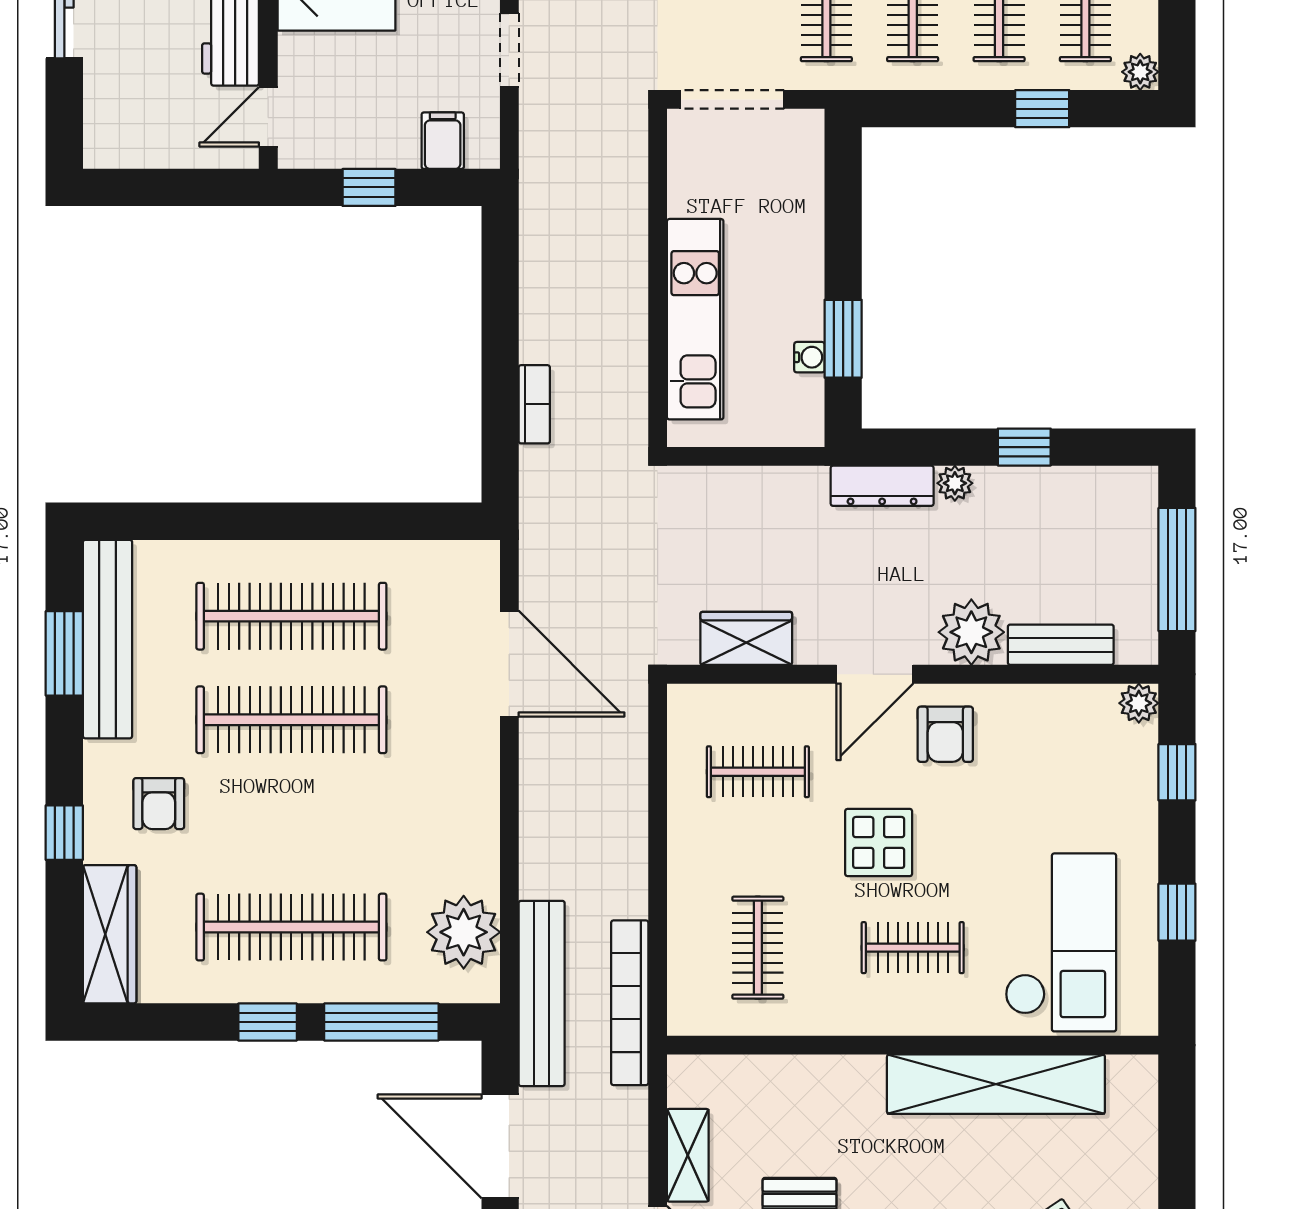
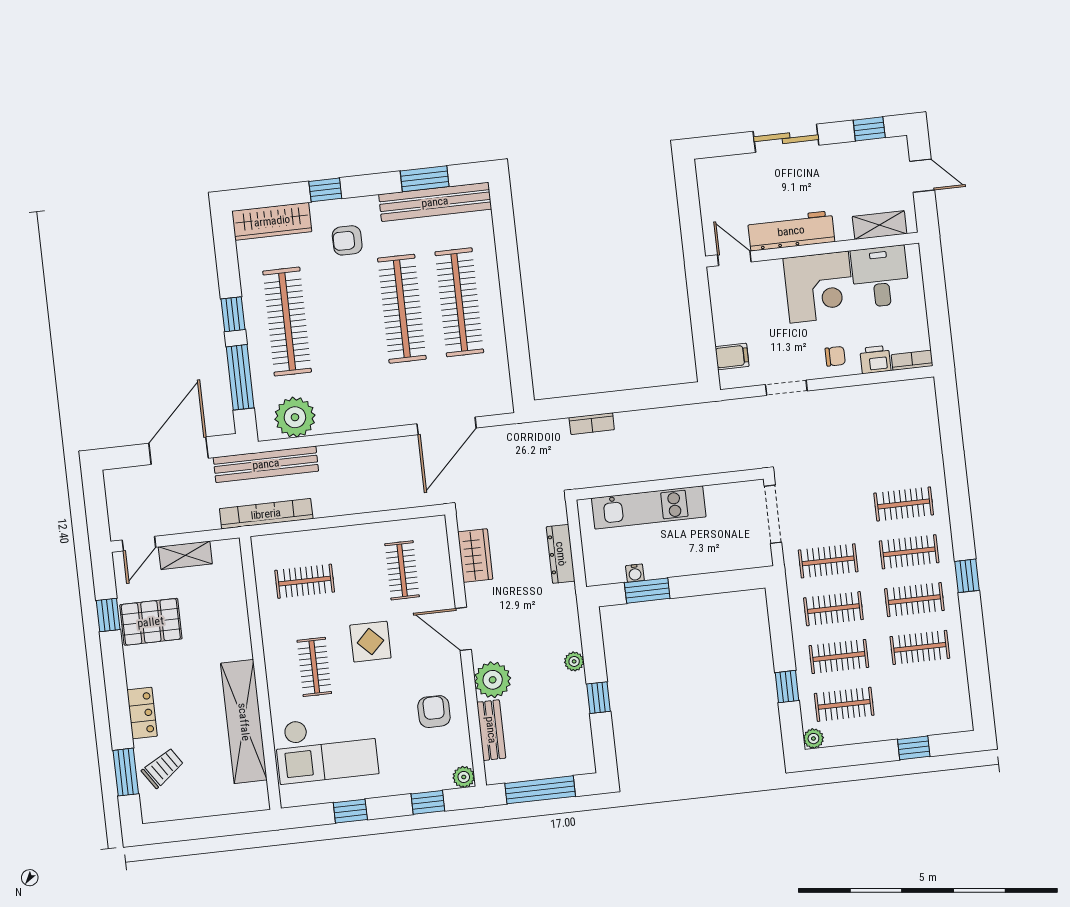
window: (369, 187) -> (702, 319), removed
dresser: (882, 486) -> (561, 554), moved
armchair: (945, 734) -> (434, 712), moved, turned 90

